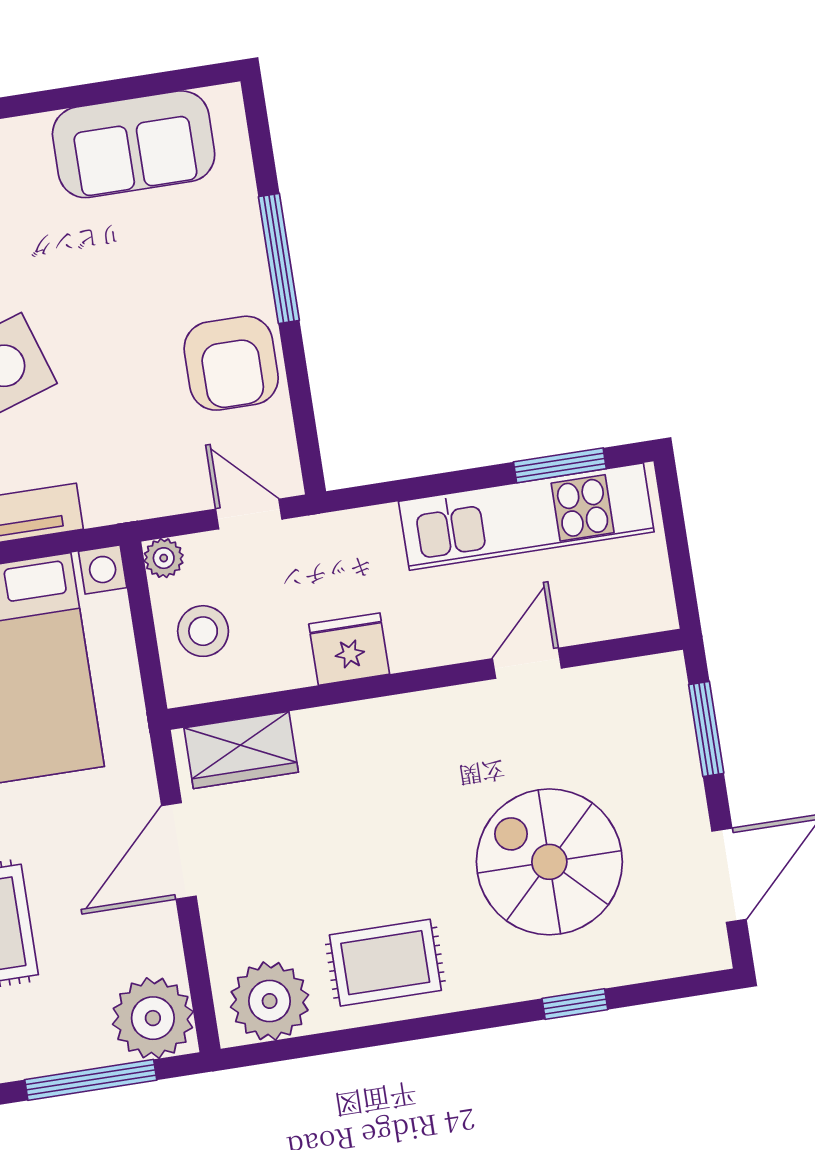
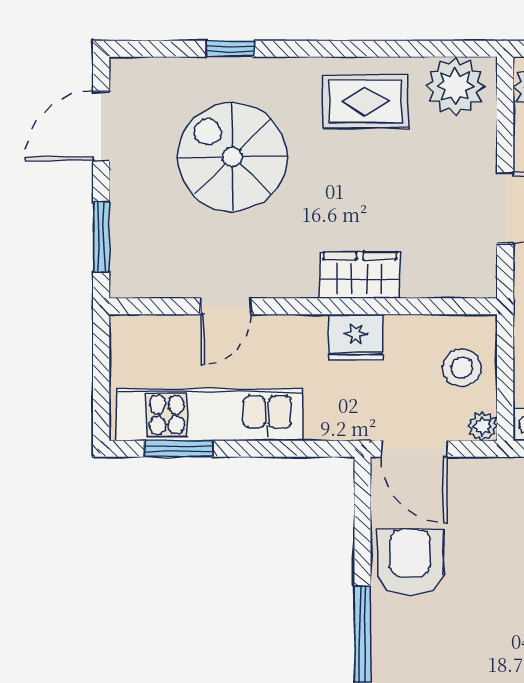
door: (249, 514) -> (414, 449), width x1.38
wardrobe: (241, 750) -> (360, 275), moved
spiral stairs: (549, 862) -> (232, 157), turned 180

